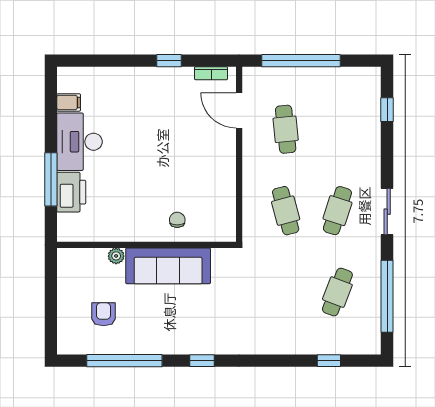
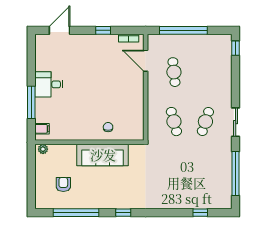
door: (97, 61) -> (60, 30), added
filing cabinet: (69, 102) -> (42, 129), moved
window: (387, 110) -> (236, 48), moved
desk: (79, 142) -> (49, 84), width x0.73
printer: (71, 192) -> (44, 110), removed
plant: (116, 256) -> (43, 149), moved
cafe table: (337, 292) -> (205, 171), removed

